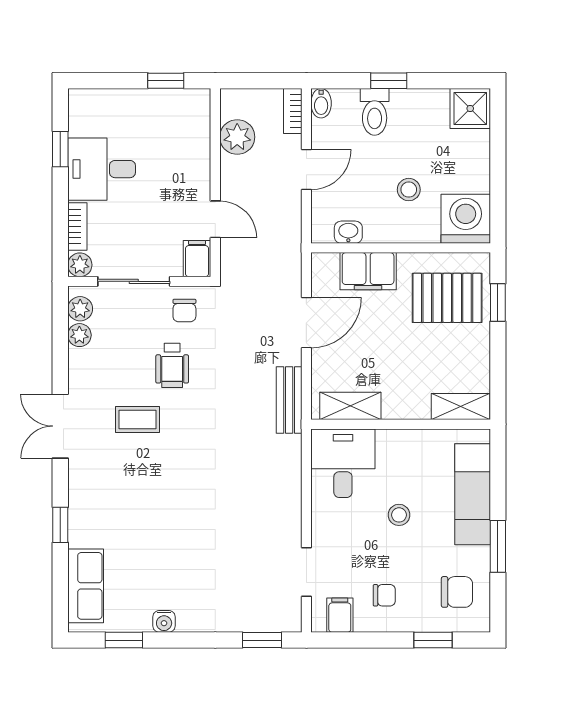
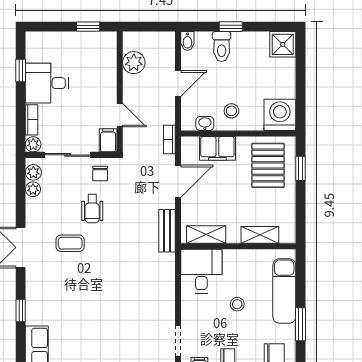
bookcase: (293, 111) -> (169, 140), moved
stool: (409, 190) -> (231, 111), moved
pallet: (447, 298) -> (268, 165), turned 90
shelving: (461, 406) -> (260, 235), moved

